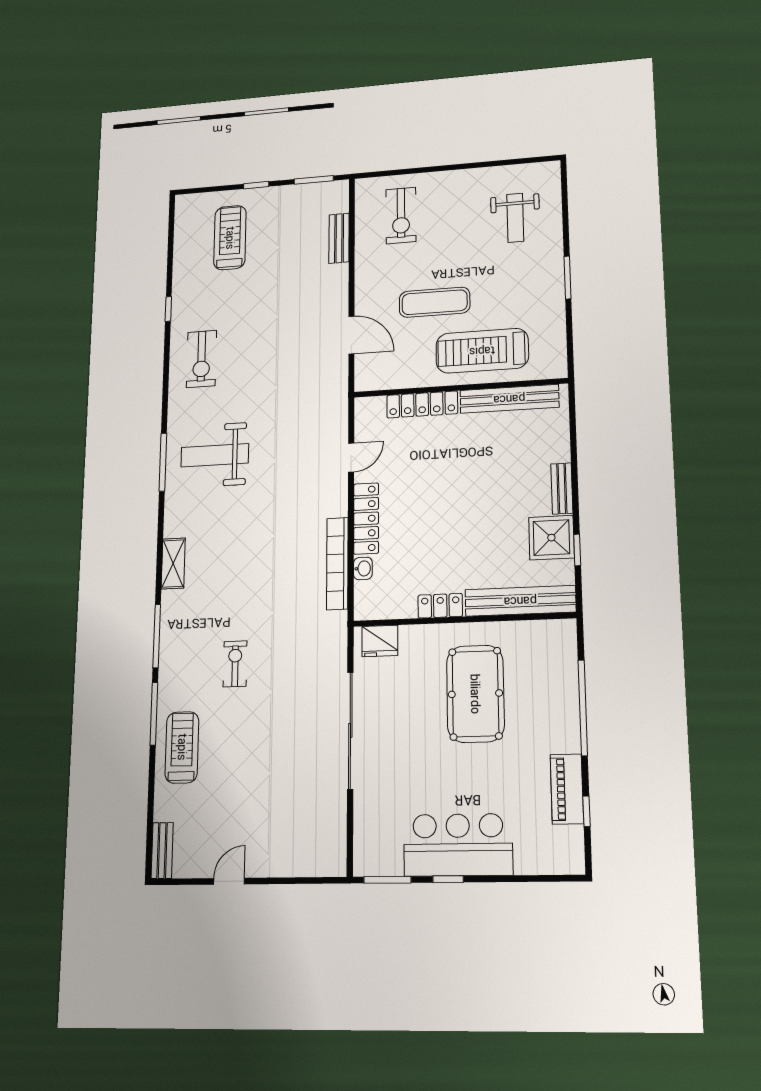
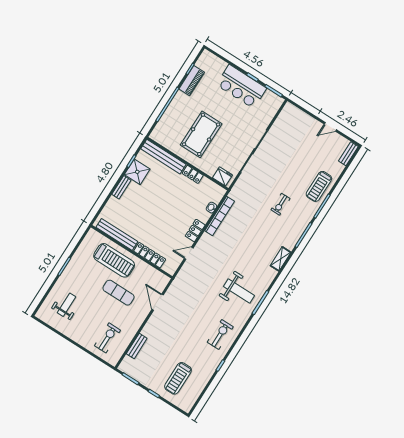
locker: (366, 518) -> (195, 230), width x0.66

